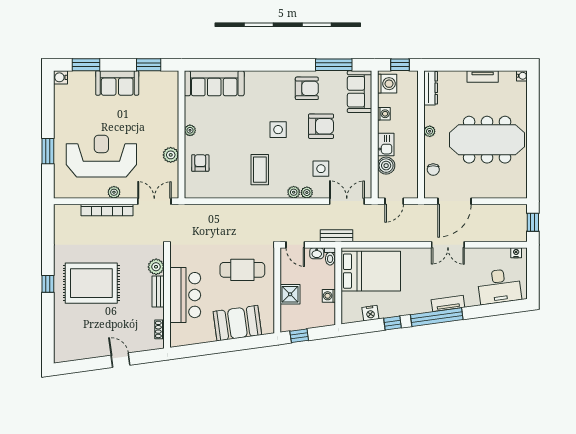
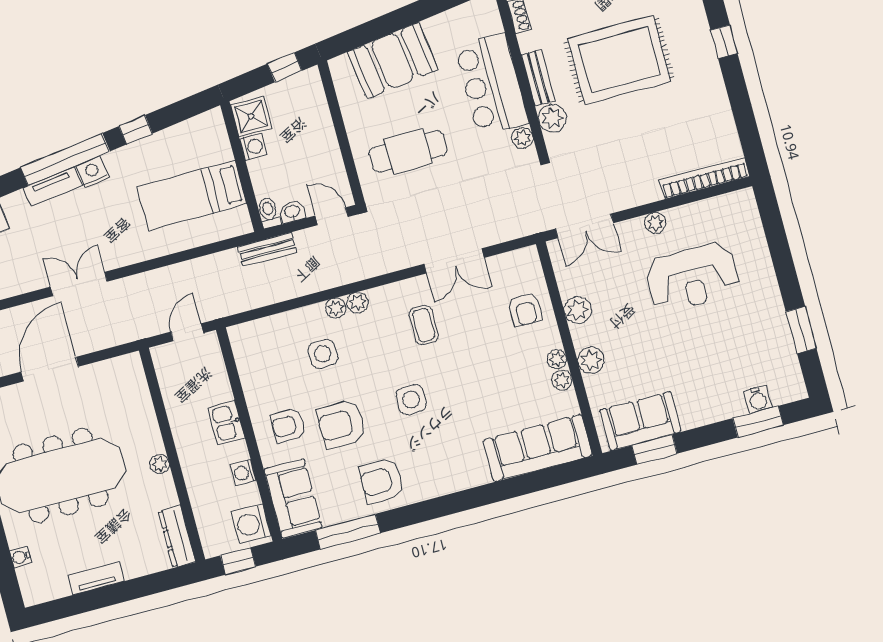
water cooler: (522, 76) -> (21, 557), moved
water cooler: (60, 77) -> (758, 399), moved, turned 90
sofa: (117, 83) -> (640, 421), moved
plant: (190, 118) -> (562, 380), added
plant: (171, 125) -> (591, 360), added
armchair: (351, 134) -> (288, 425), added
window: (48, 151) -> (801, 330), moved
reception desk: (101, 156) -> (692, 277), width x0.74, depth x0.77
boiler: (386, 166) -> (216, 388), removed
coffee table: (260, 170) -> (424, 325), width x0.73, depth x0.77
chair: (433, 170) -> (136, 402), removed
double door: (347, 201) -> (454, 261), moved
door: (455, 201) -> (50, 369), moved
bookcase: (107, 210) -> (704, 178), moved
plant: (176, 260) -> (522, 138), added
bed: (371, 271) -> (192, 195), width x0.67
rug: (91, 283) -> (619, 60), moved
shower: (290, 294) -> (251, 116), moved
nightstand: (370, 313) -> (93, 172), moved

